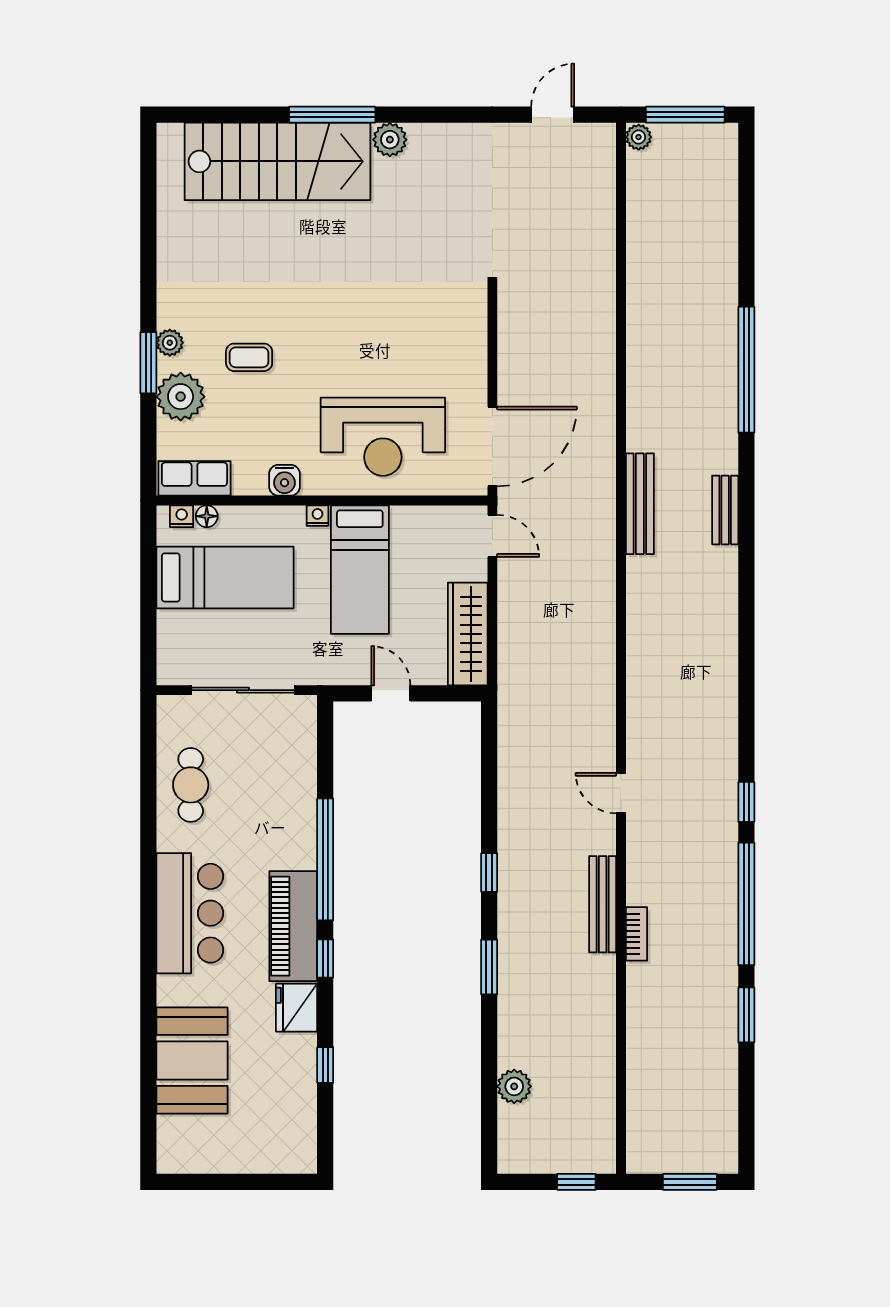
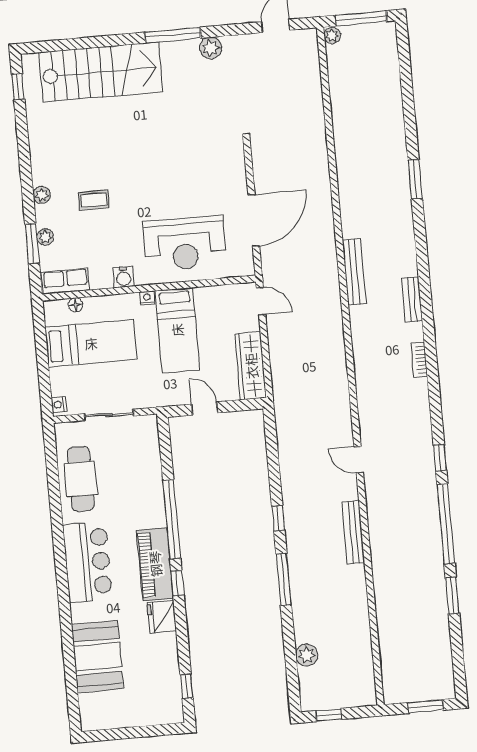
window: (332, 115) -> (173, 35), moved
plant: (390, 140) -> (211, 48), moved
window: (148, 173) -> (18, 87), added
window: (148, 363) -> (32, 244), moved
window: (746, 370) -> (415, 179), width x0.47
plant: (181, 397) -> (45, 237), width x0.53, depth x0.53
door: (492, 447) -> (254, 220), moved
bench: (725, 510) -> (412, 299), moved
nightstand: (182, 516) -> (59, 405), moved, turned -90
sliding door: (243, 690) -> (109, 415), width x0.73
cafe table: (191, 785) -> (81, 479), width x1.37, depth x1.35
bookcase: (636, 934) -> (419, 360), moved, turned 180
window: (489, 967) -> (284, 579), width x1.44
window: (325, 1065) -> (187, 686), moved
window: (576, 1182) -> (329, 715), moved

